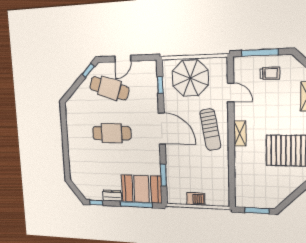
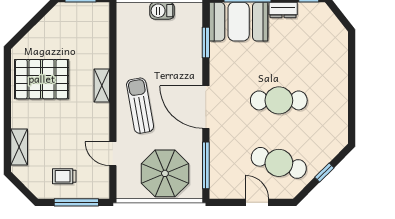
door: (123, 59) -> (257, 202), hinge flipped
window: (88, 70) -> (324, 173), moved
window: (160, 85) -> (206, 165), width x2.17
shelving: (240, 133) -> (102, 85), moved

